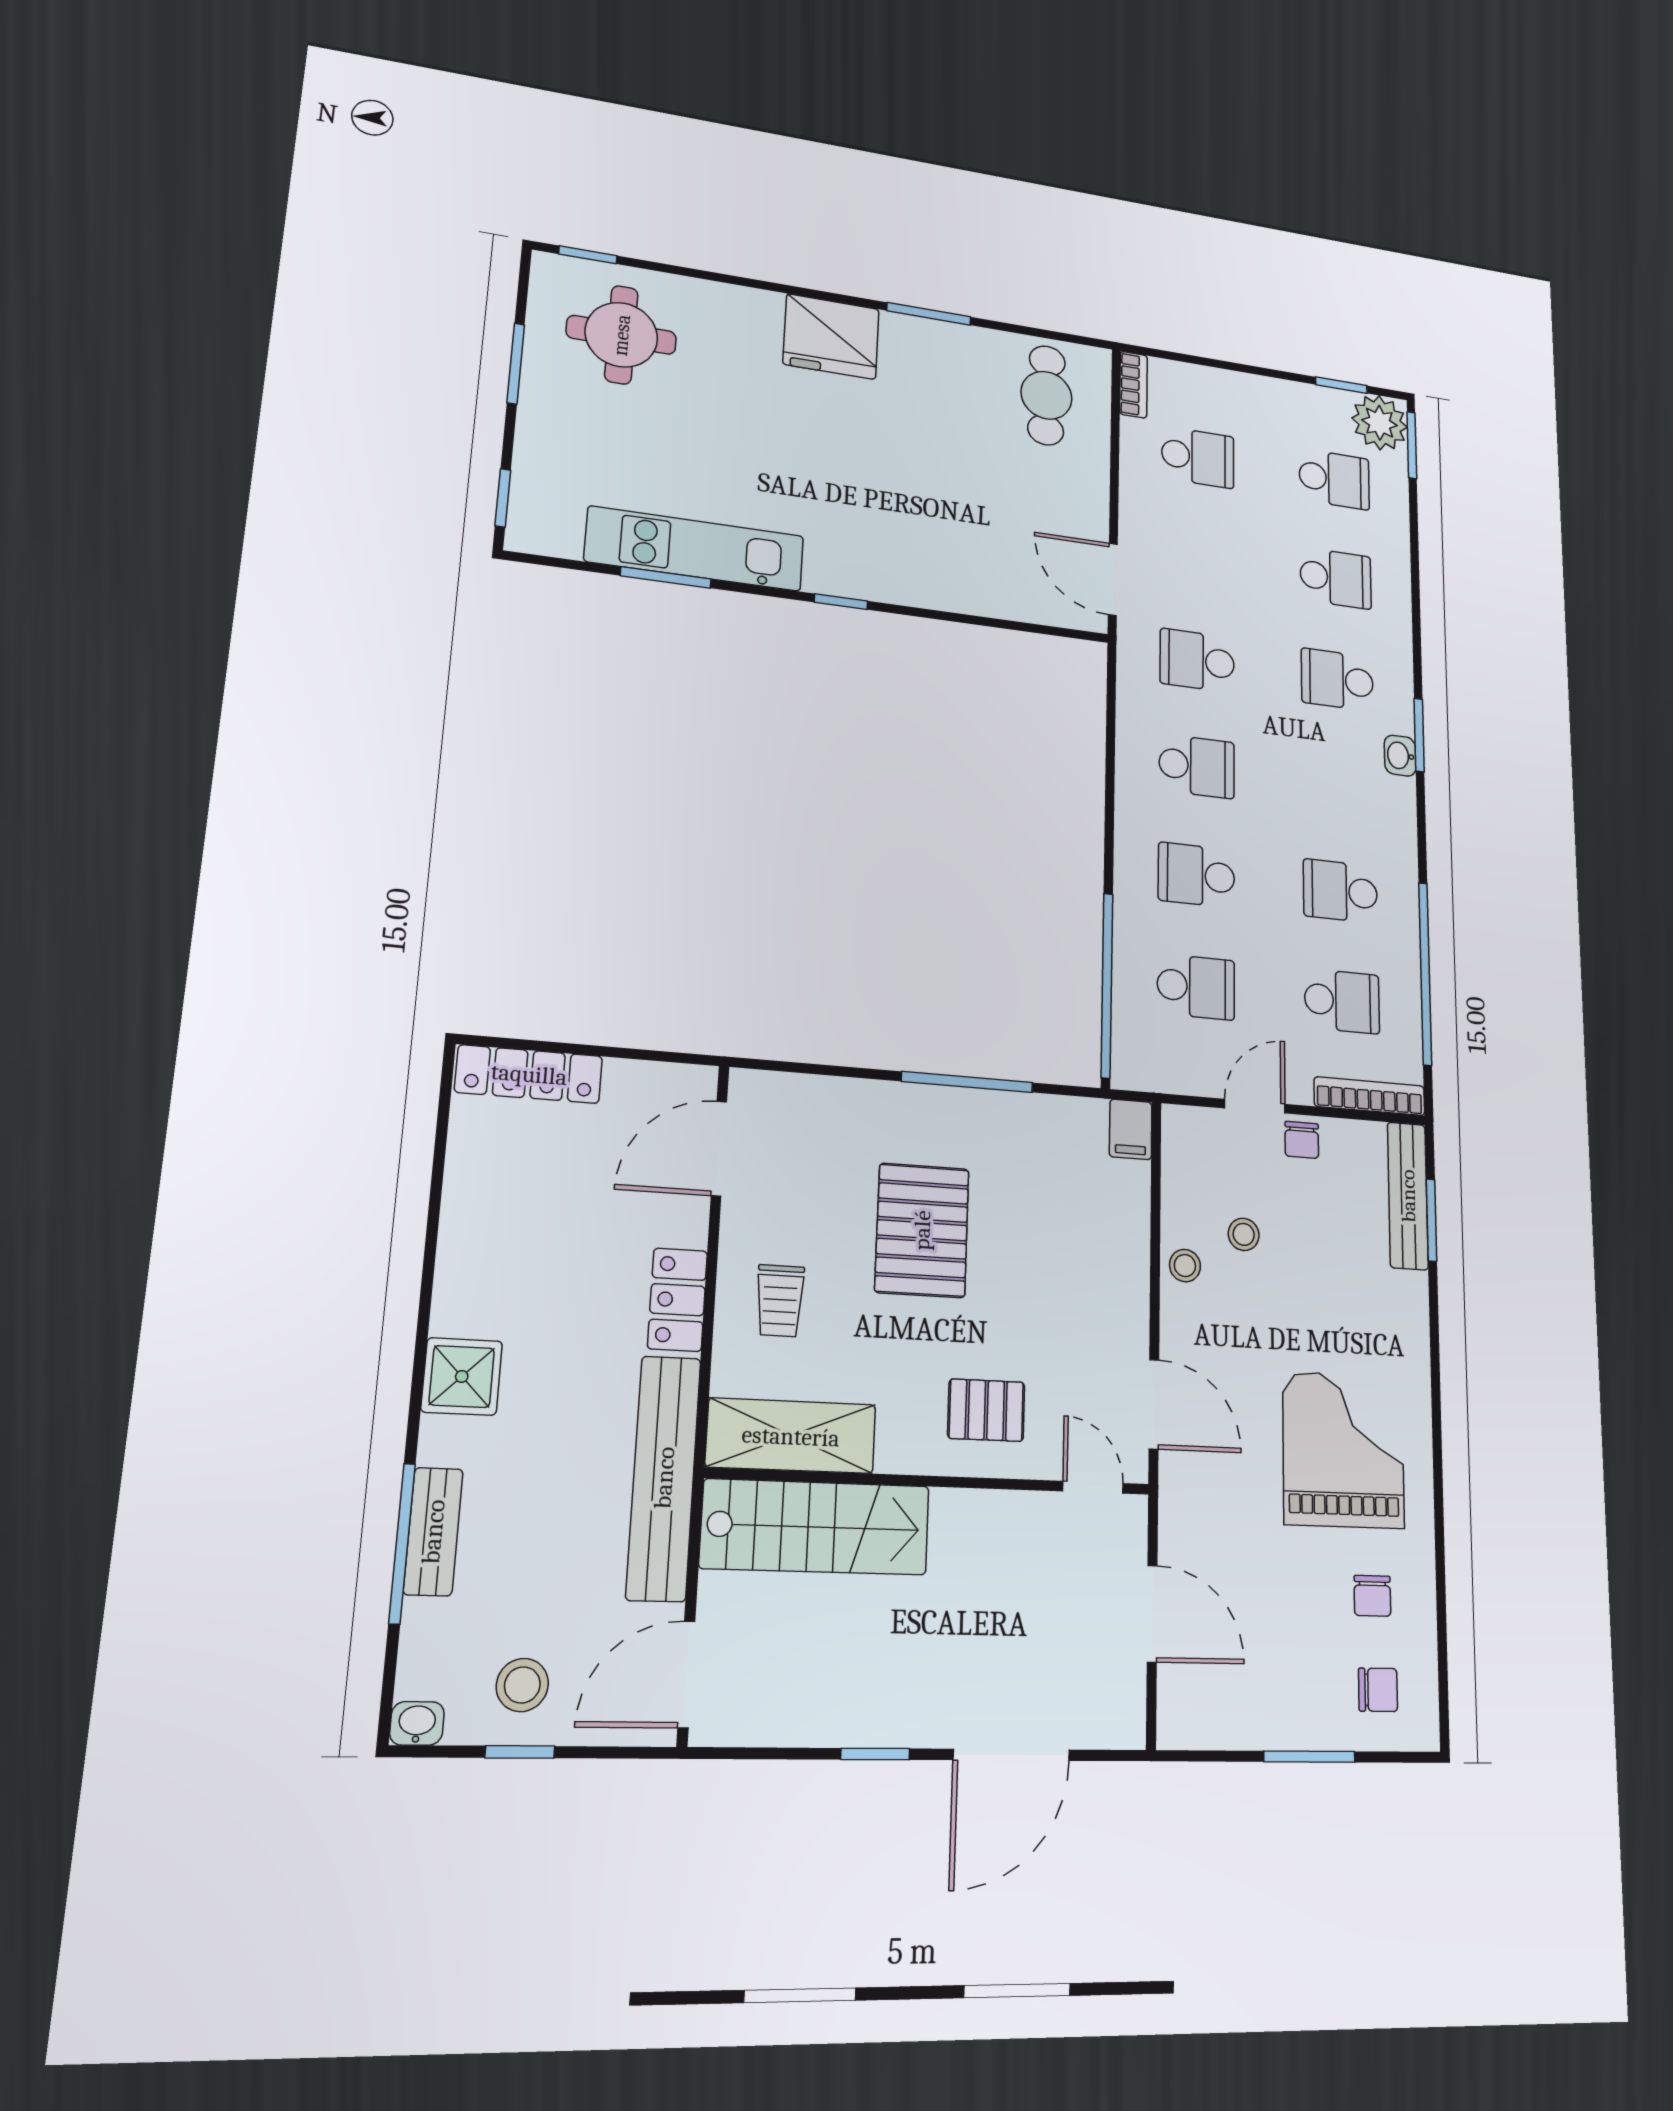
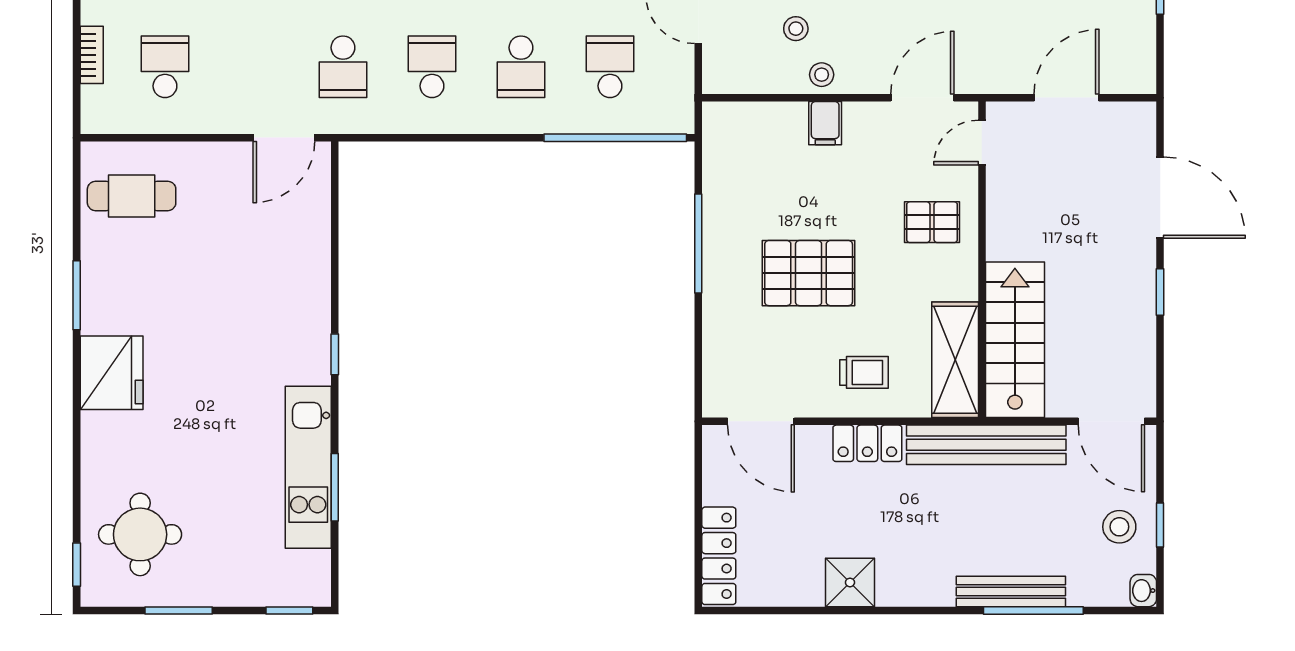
bookcase: (1133, 385) -> (92, 55), moved, turned 90
filing cabinet: (1131, 1129) -> (825, 123), moved, turned 90
shower: (462, 1376) -> (850, 582), moved
pallet: (986, 1410) -> (932, 222), turned 90
bench: (433, 1532) -> (1011, 591), width x1.36

